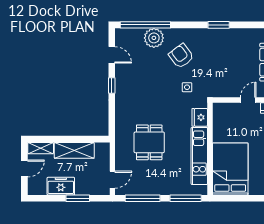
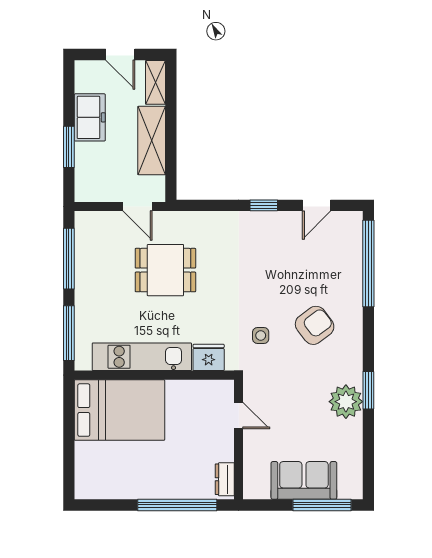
plant: (154, 38) -> (346, 402), moved
door: (248, 100) -> (239, 416), moved
door: (112, 180) -> (138, 207), moved

